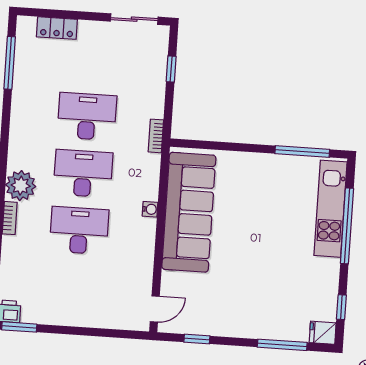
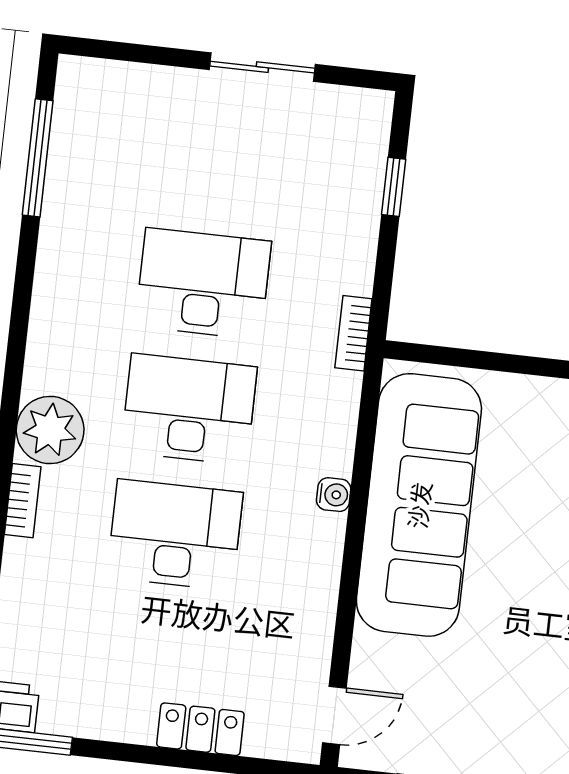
sliding door: (134, 19) -> (262, 67), moved
locker: (57, 28) -> (200, 729), moved, turned 180

